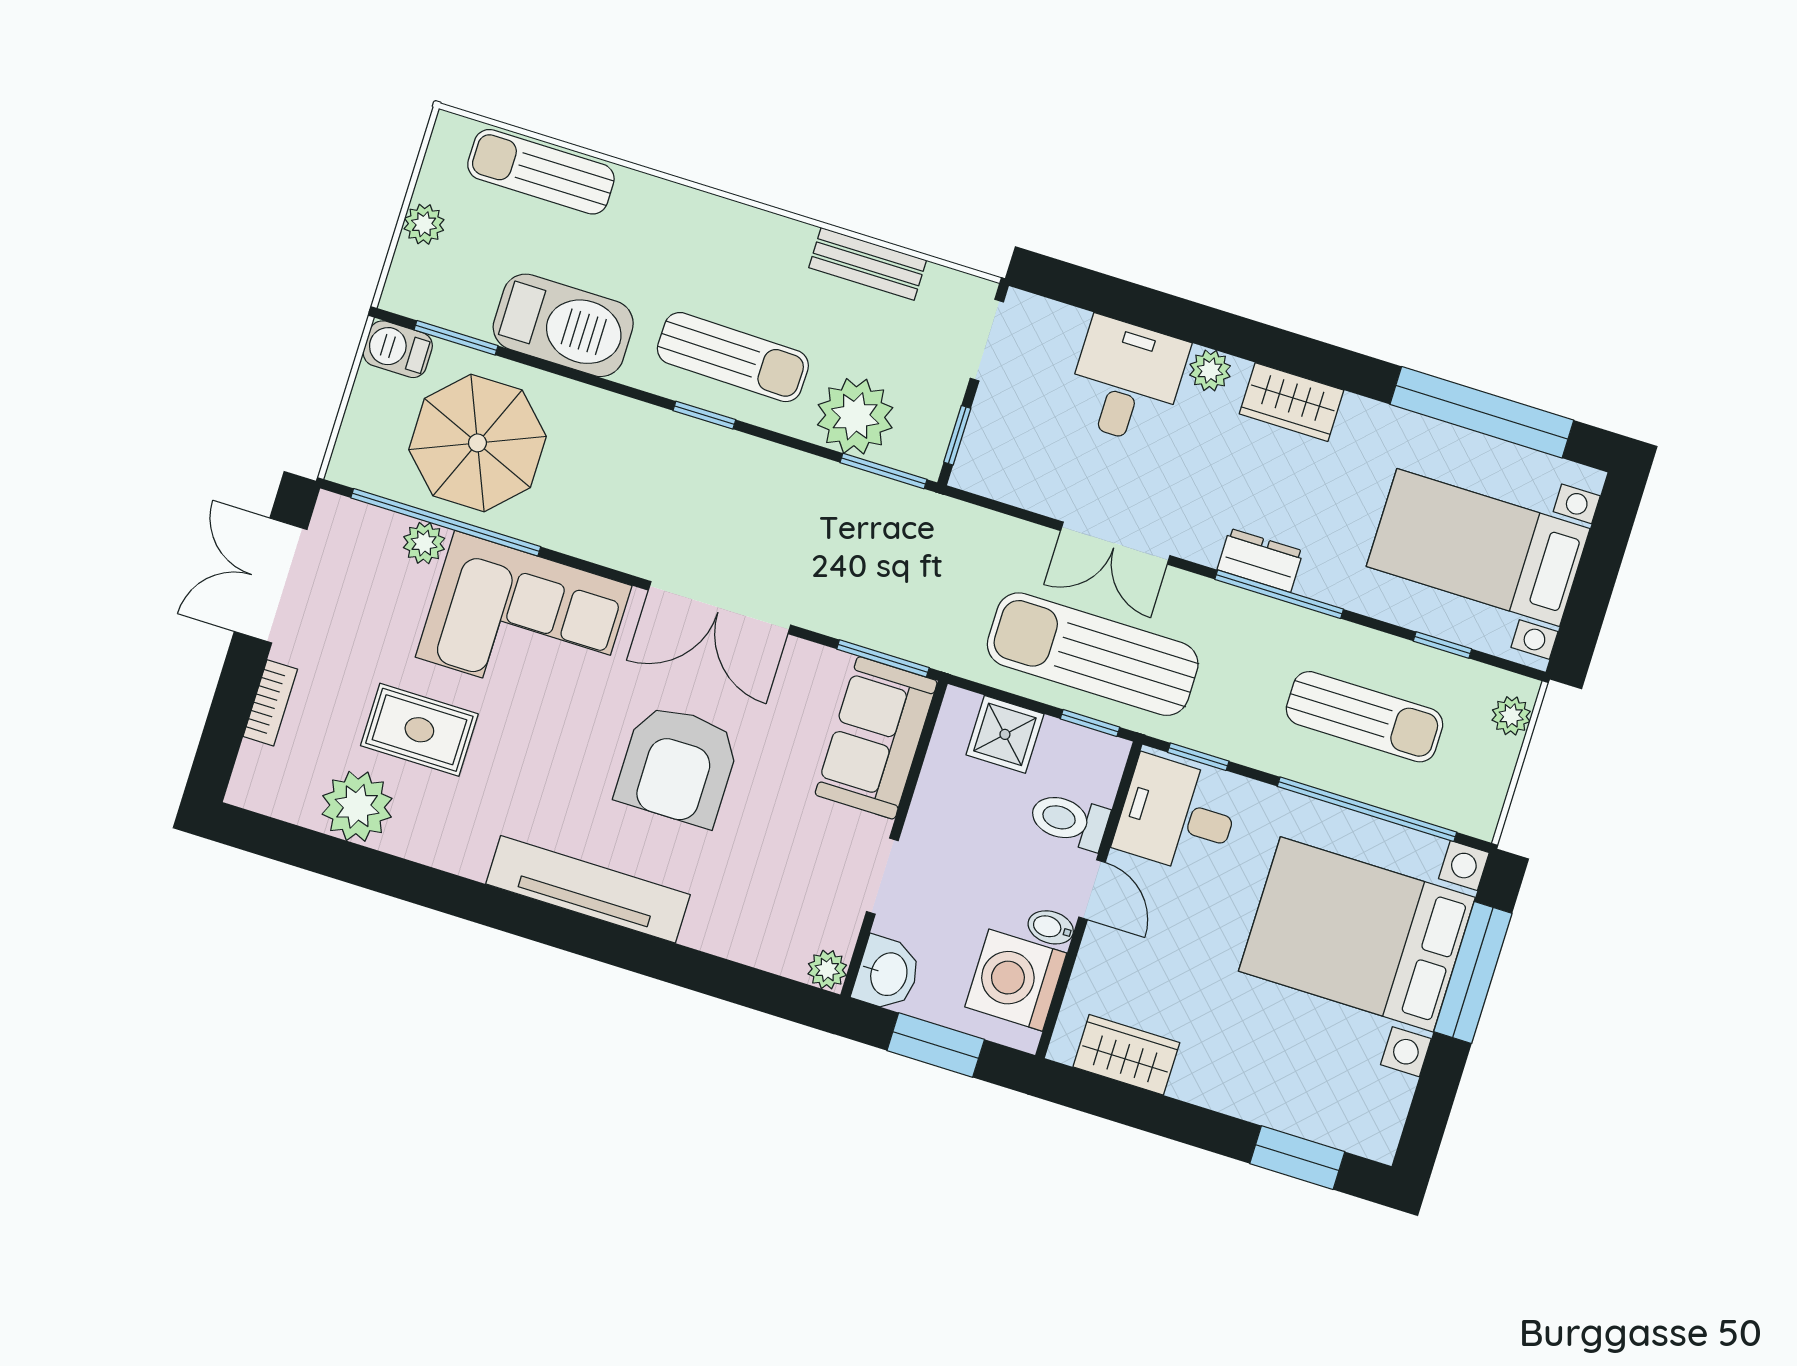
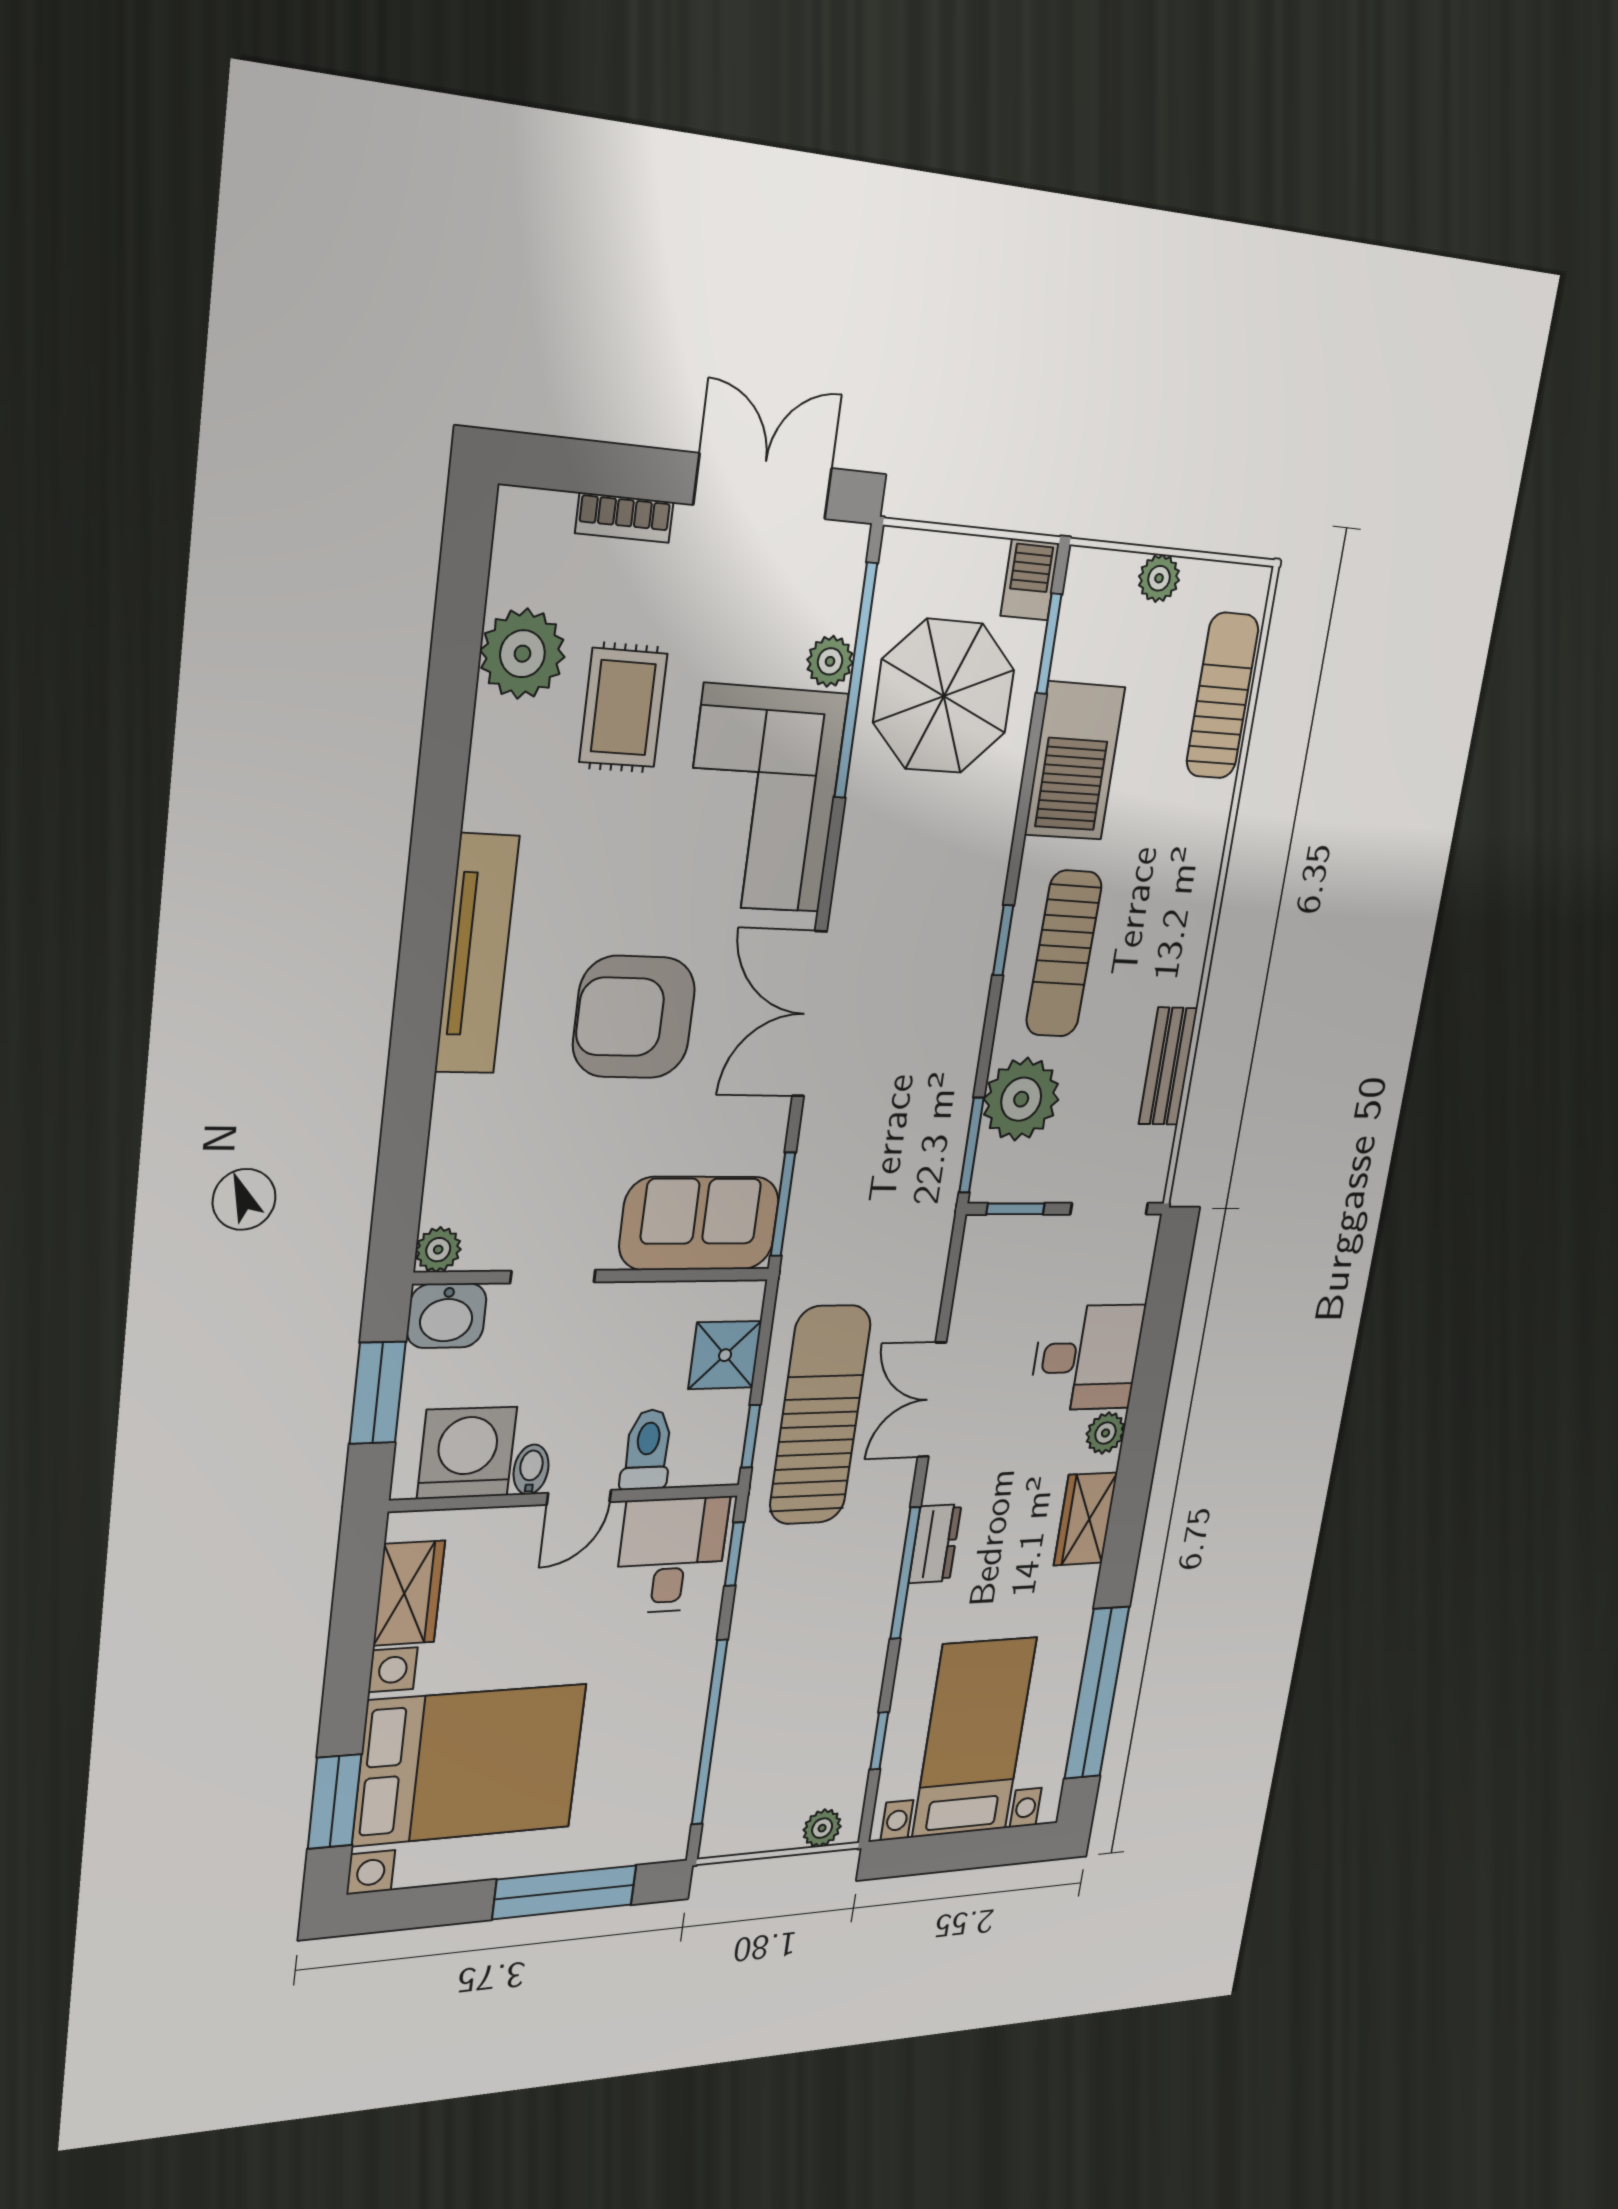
sun lounger: (1365, 717) -> (800, 1696), removed
bed with nightstands: (1357, 934) -> (470, 1765), moved, turned 90

